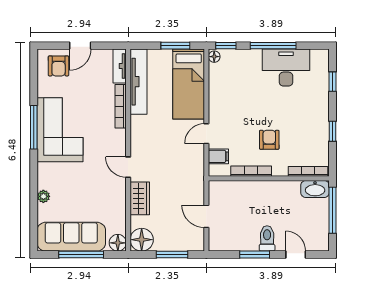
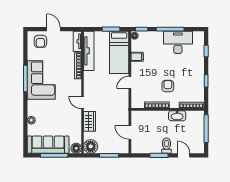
door: (80, 46) -> (54, 29), swing flipped
filing cabinet: (218, 156) -> (137, 57), moved
washbasin: (315, 189) -> (177, 116), moved

